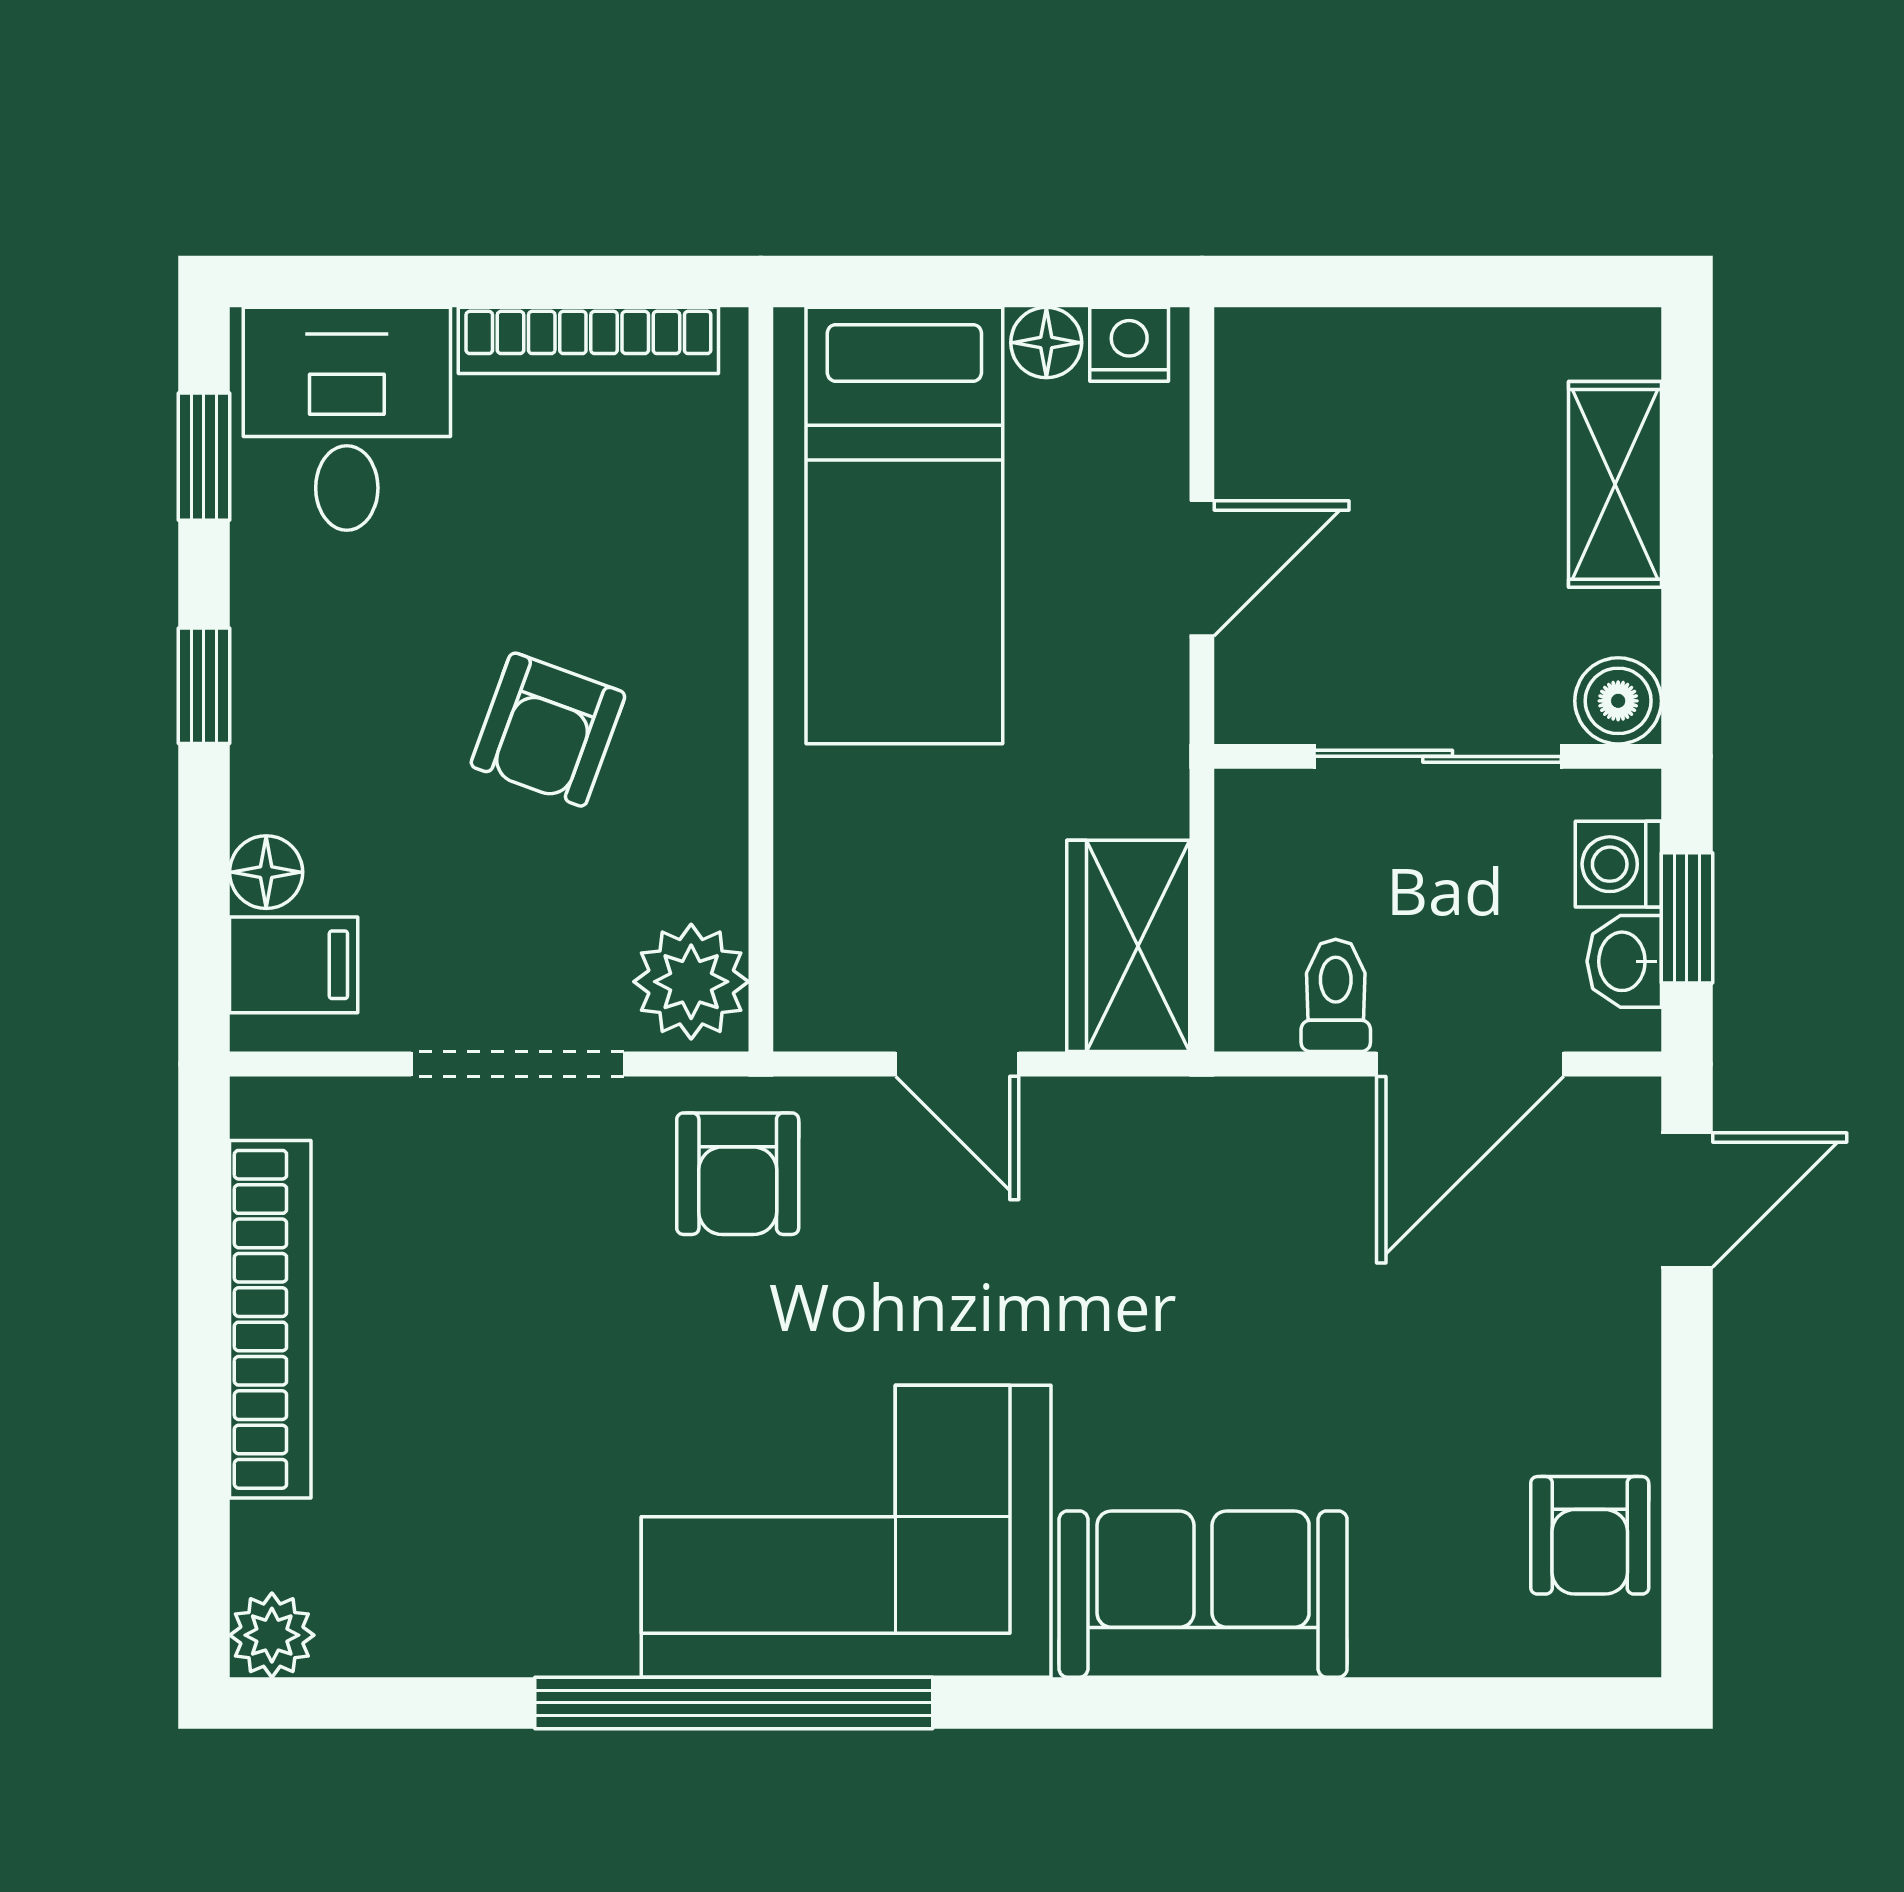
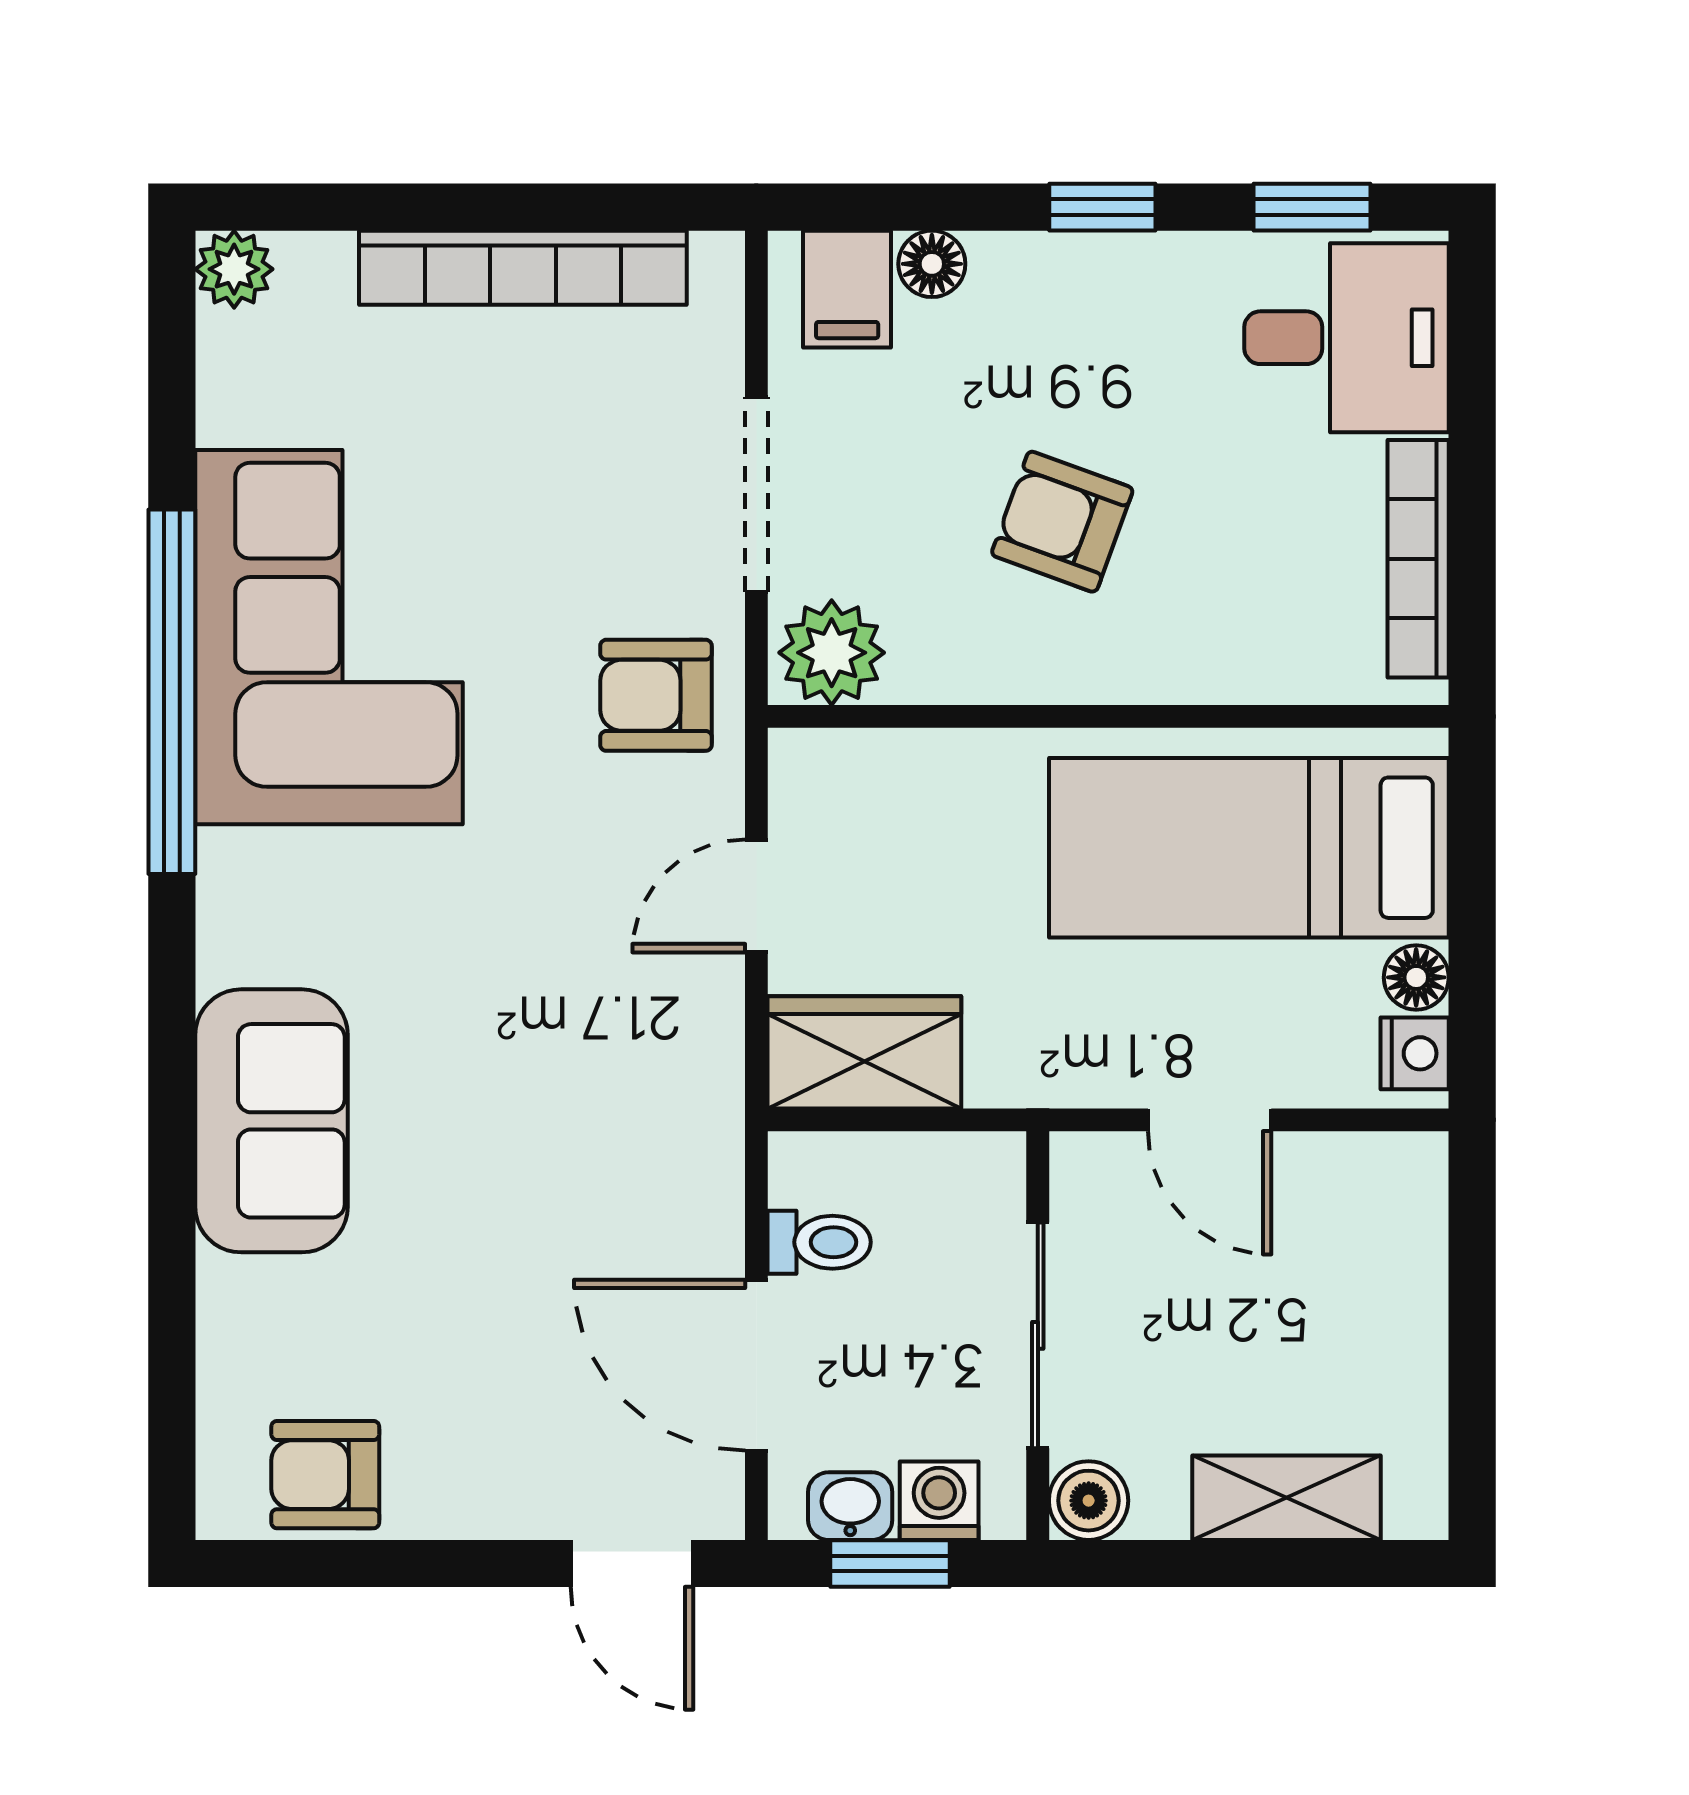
corner sofa: (846, 1531) -> (329, 637), moved

